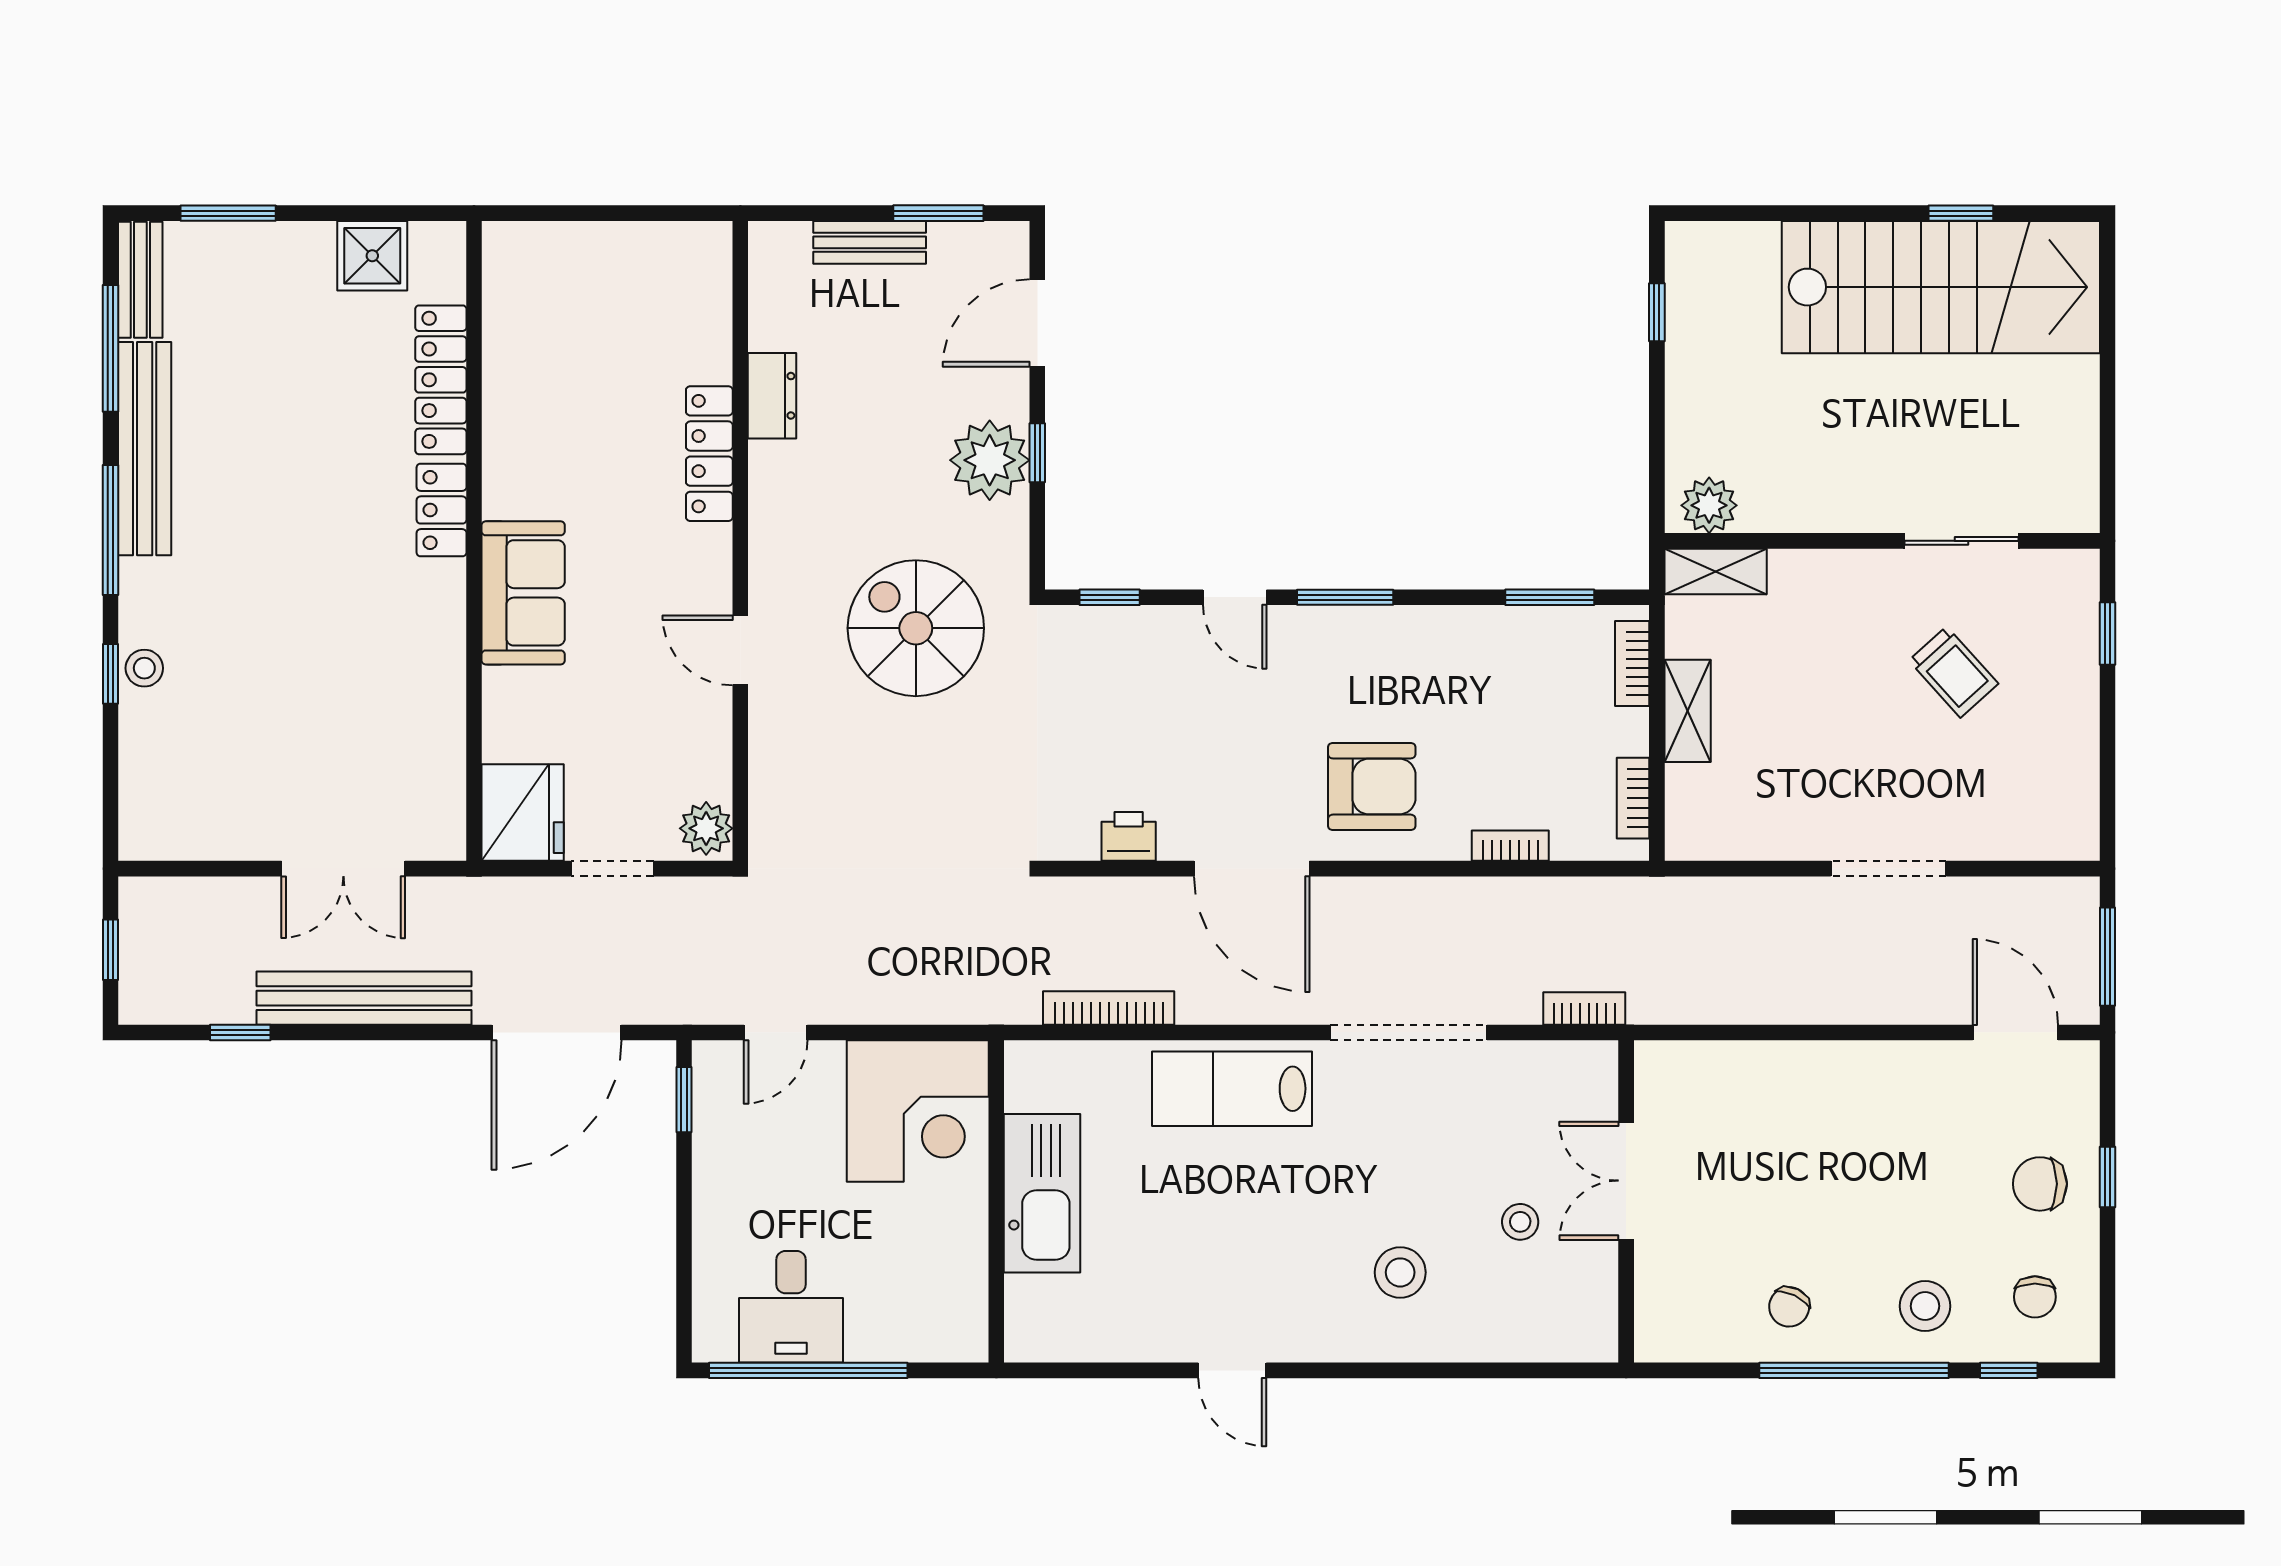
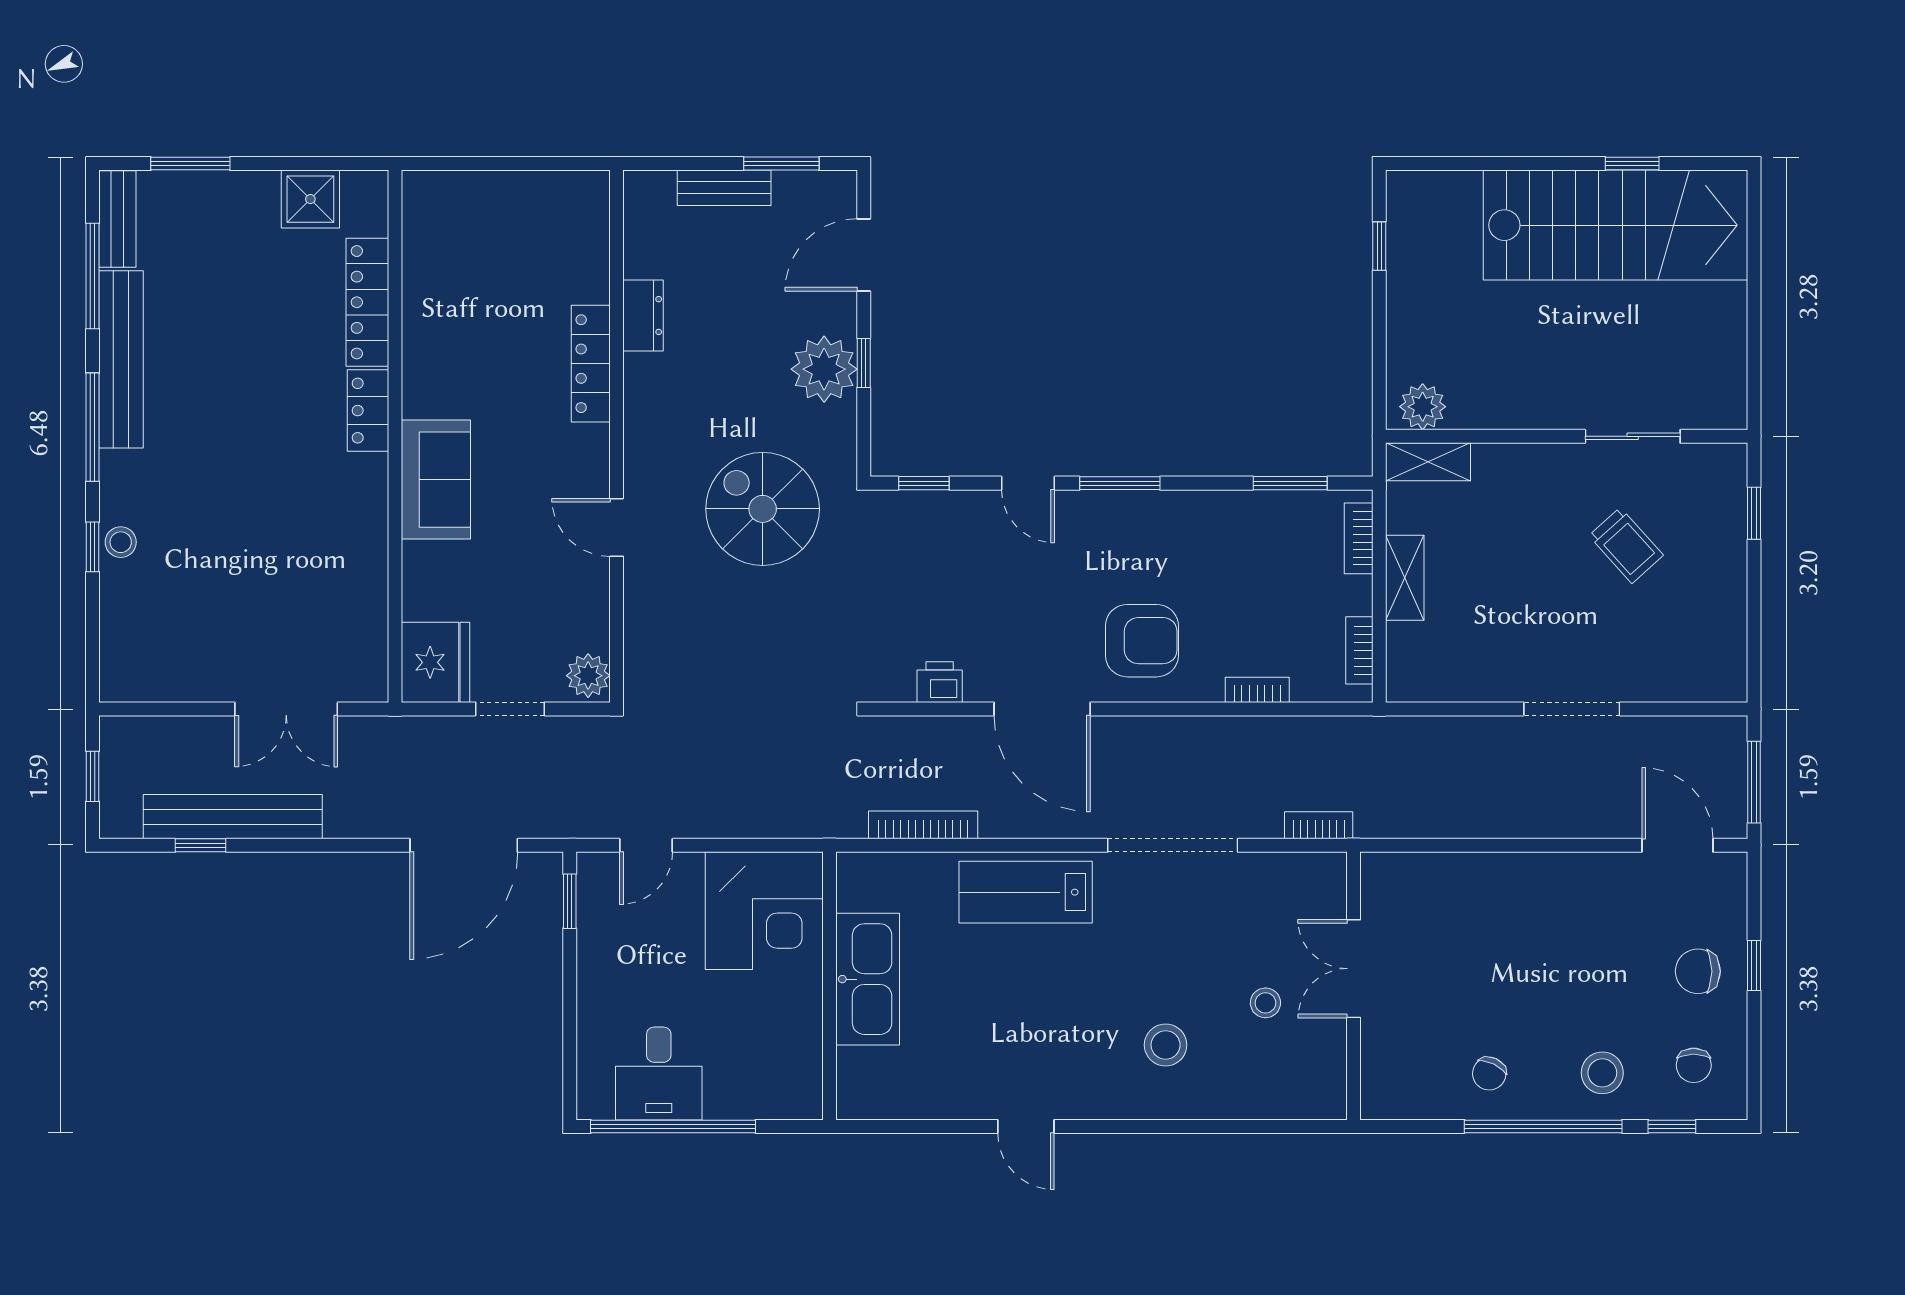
bench: (364, 998) -> (233, 817), moved

